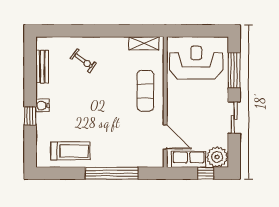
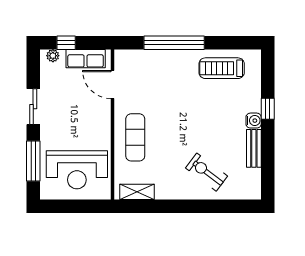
exercise bike: (83, 61) -> (207, 172), width x1.38, depth x1.39
bench: (42, 67) -> (254, 148), moved
plant: (217, 157) -> (53, 56), width x0.53, depth x0.53

